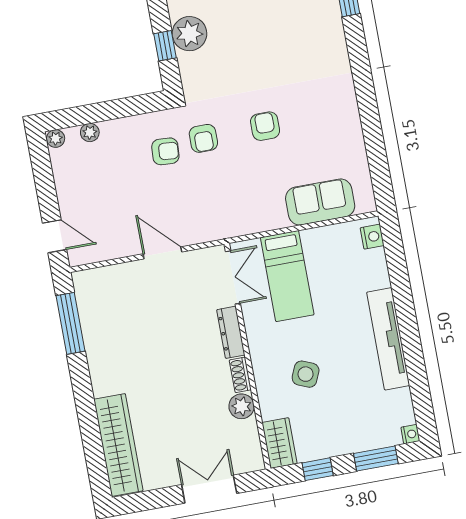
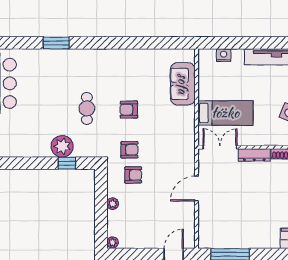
cafe table: (255, 61) -> (87, 108), added
plant: (90, 132) -> (113, 204), moved
armchair: (165, 151) -> (133, 175), turned 86
nightstand: (372, 237) -> (224, 55), moved

